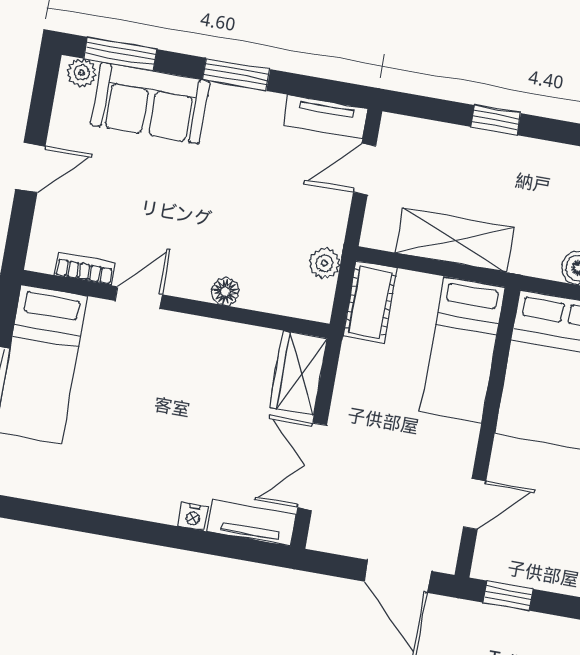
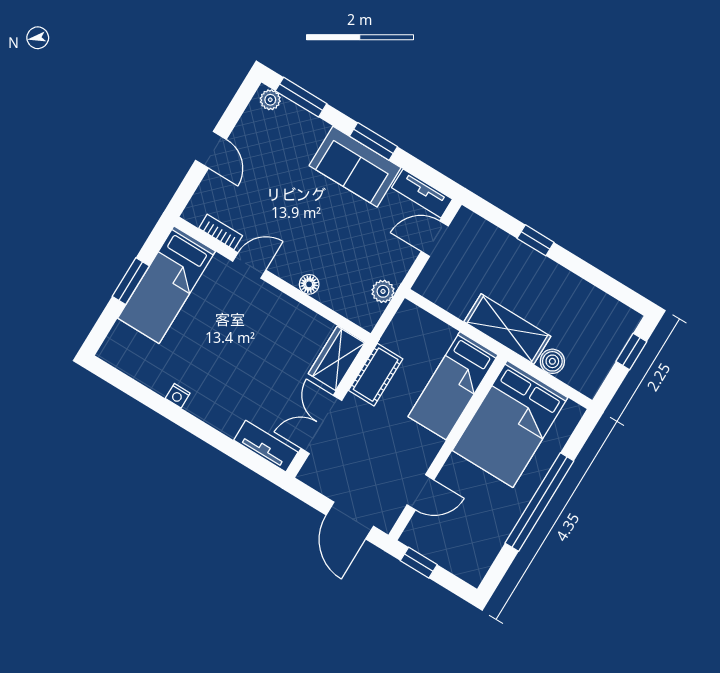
sofa: (150, 103) -> (355, 167), moved
door: (30, 168) -> (211, 150), hinge flipped
shelving: (454, 240) -> (507, 329), moved
cot: (370, 302) -> (376, 375), moved
nightstand: (193, 516) -> (178, 396), moved

